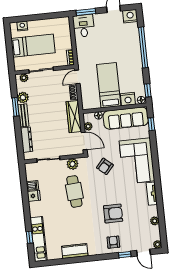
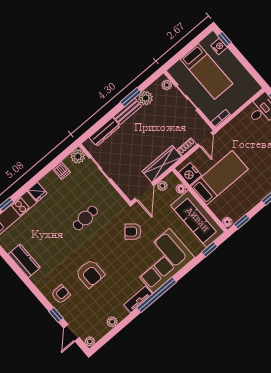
window: (20, 19) -> (224, 39), added
door: (77, 77) -> (205, 139), swing flipped
nightstand: (128, 99) -> (190, 174), moved
plant: (72, 164) -> (78, 156), moved
window: (157, 179) -> (157, 295), added
cafe table: (74, 191) -> (85, 218), width x0.73, depth x0.74
fridge: (34, 196) -> (37, 192), moved

